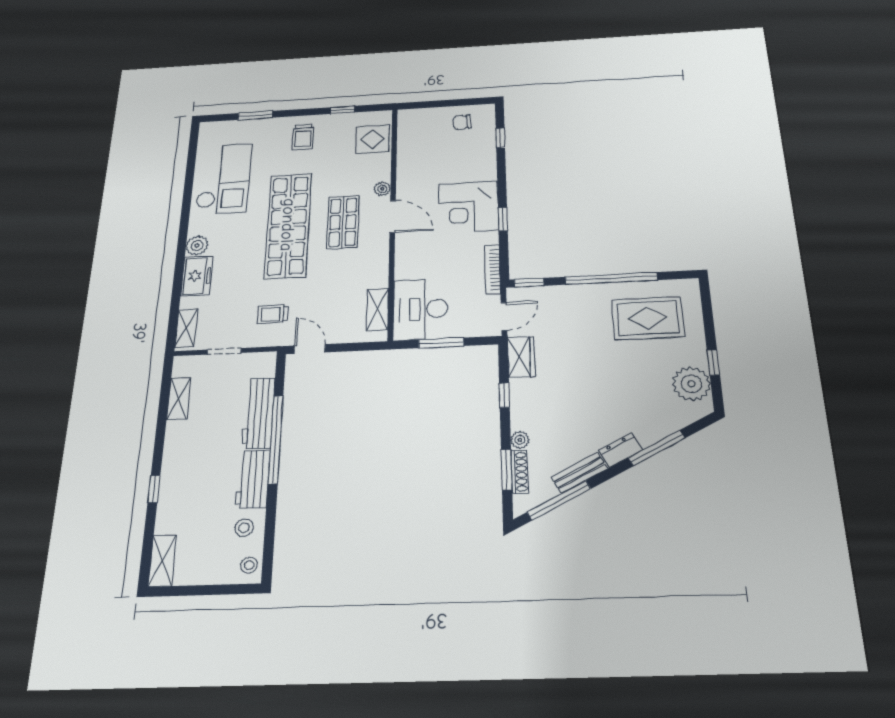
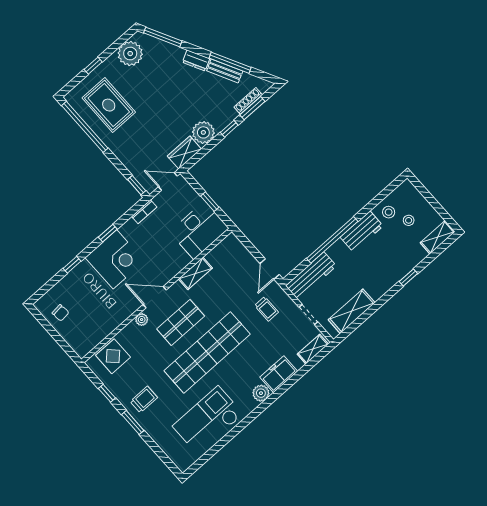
window: (255, 115) -> (133, 422), moved
window: (500, 138) -> (72, 265), moved
door: (393, 216) -> (155, 297), hinge flipped
bookcase: (493, 270) -> (144, 212), width x0.64
window: (611, 278) -> (85, 127), moved
shelving: (377, 309) -> (195, 274), moved
window: (441, 343) -> (210, 202), width x0.67
window: (713, 363) -> (93, 66), moved
window: (504, 395) -> (229, 129), moved
shelving: (179, 399) -> (352, 311), width x1.50, depth x1.33
workbench: (259, 413) -> (311, 276), moved
plant: (520, 440) -> (203, 132), moved, width x1.88, depth x1.88
window: (657, 448) -> (163, 37), moved
window: (559, 500) -> (230, 63), moved
stool: (249, 565) -> (409, 220), moved

